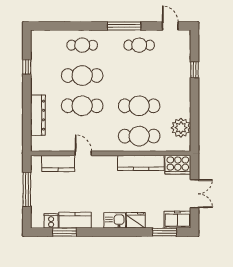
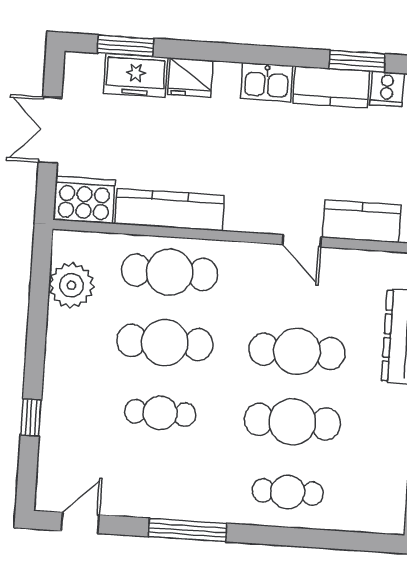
door: (170, 26) -> (80, 523), swing flipped
cafe table: (139, 45) -> (160, 413), moved
kitchen sink: (115, 220) -> (267, 82), moved
freezer: (177, 220) -> (136, 76), moved

